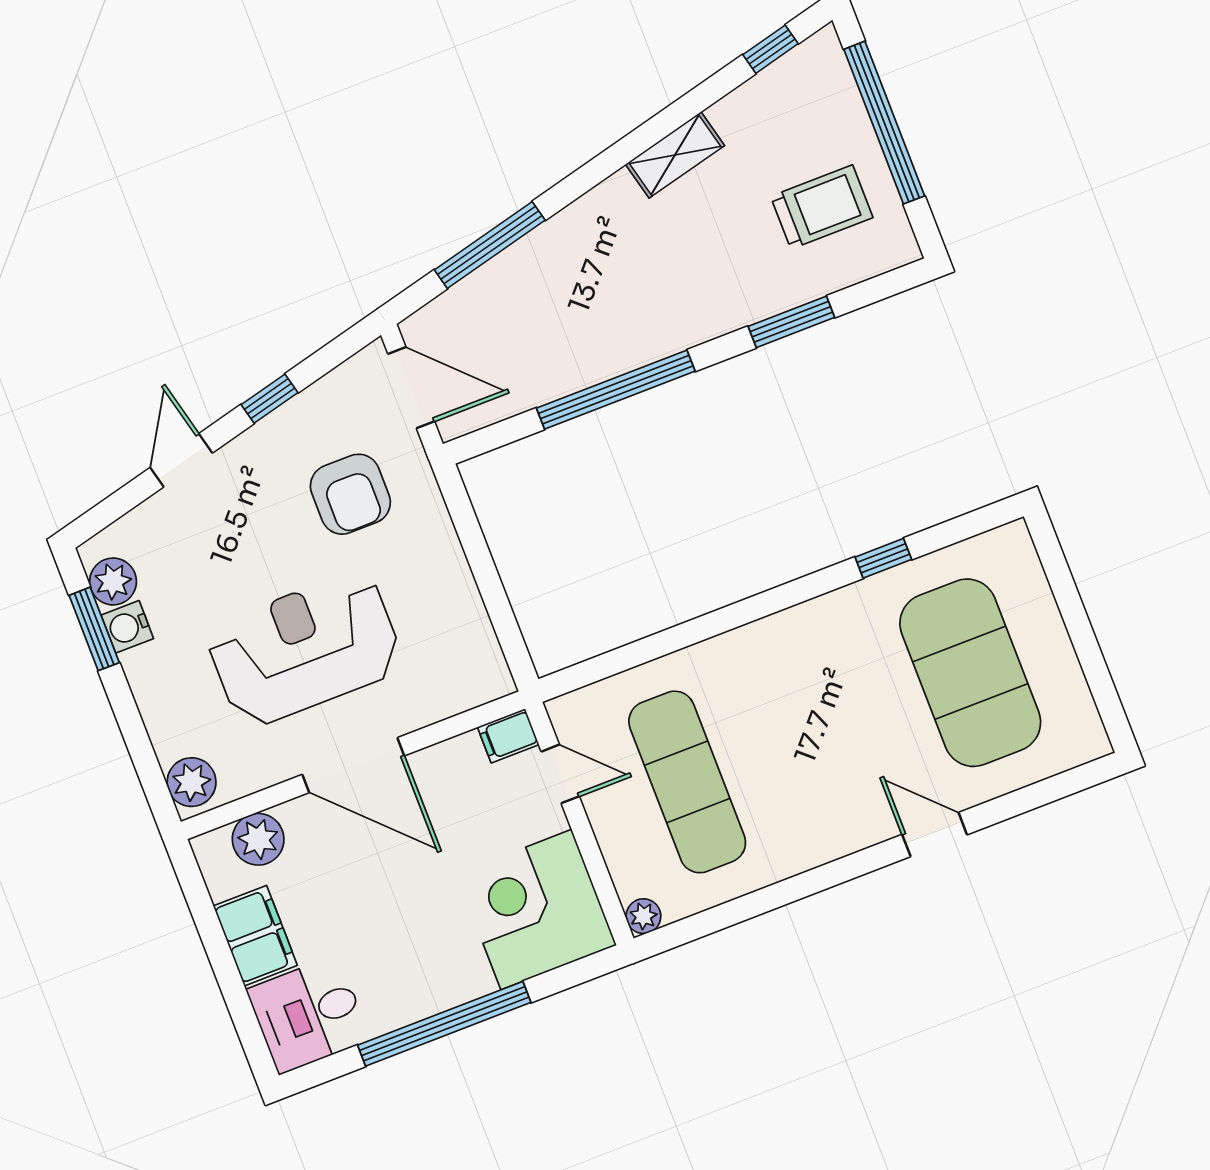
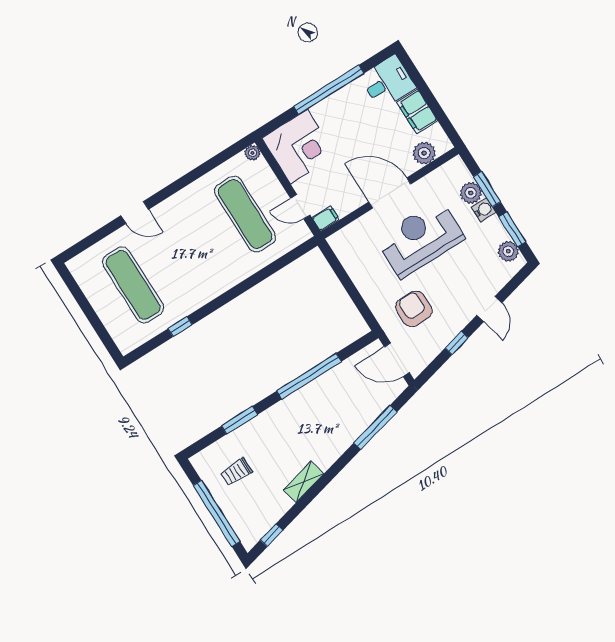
trolley: (822, 207) -> (236, 472), width x0.73, depth x0.72
water cooler: (127, 627) -> (484, 210), moved
reception desk: (305, 649) -> (420, 239), turned 180
exercise mat: (970, 673) -> (133, 285), width x0.68
window: (133, 730) -> (487, 189), added
plant: (192, 782) -> (471, 193), moved

